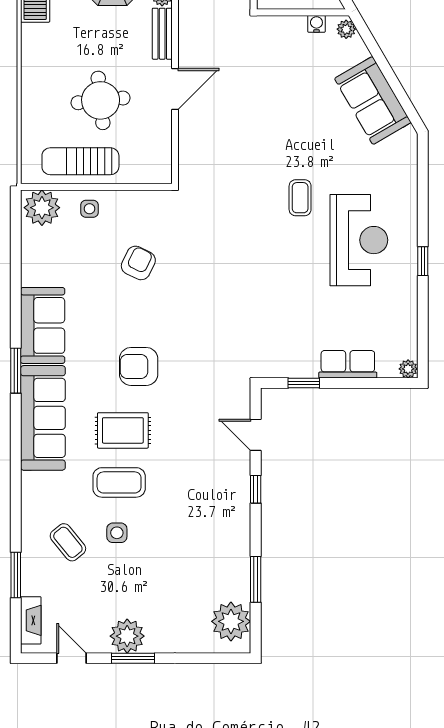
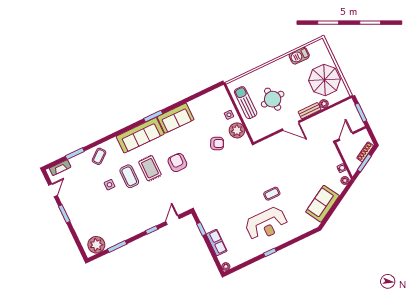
plant: (42, 208) -> (237, 130), moved
coffee table: (68, 542) -> (99, 156), moved
plant: (127, 636) -> (72, 208), removed

